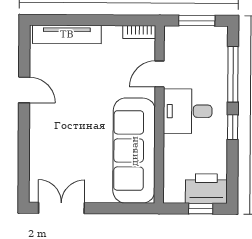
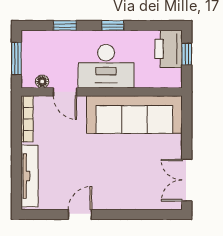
bookcase: (139, 32) -> (27, 119), width x1.56
floor lamp: (171, 49) -> (42, 82), added
window: (233, 74) -> (65, 25), width x0.46
desk: (188, 111) -> (106, 66), width x1.37

